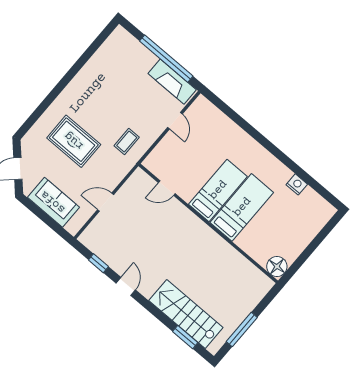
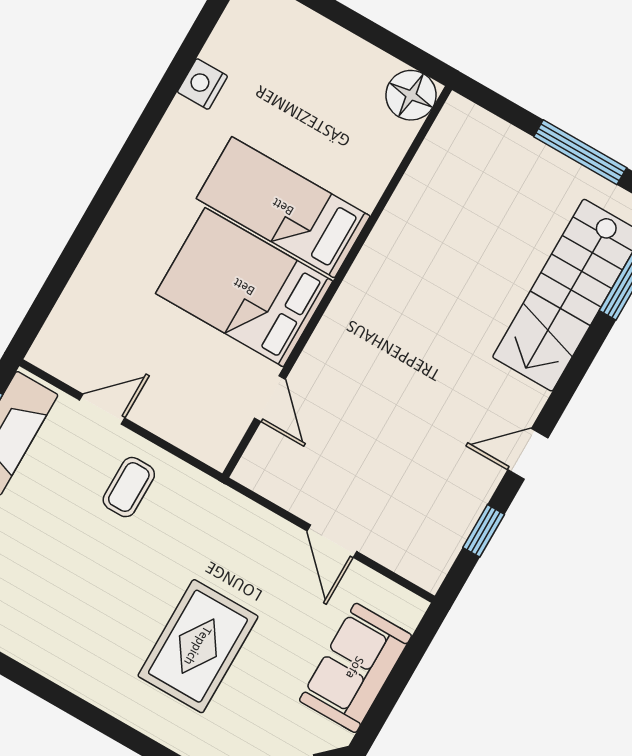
coffee table: (127, 142) -> (129, 487), moved, turned 90
bed: (218, 190) -> (244, 287), width x1.50

